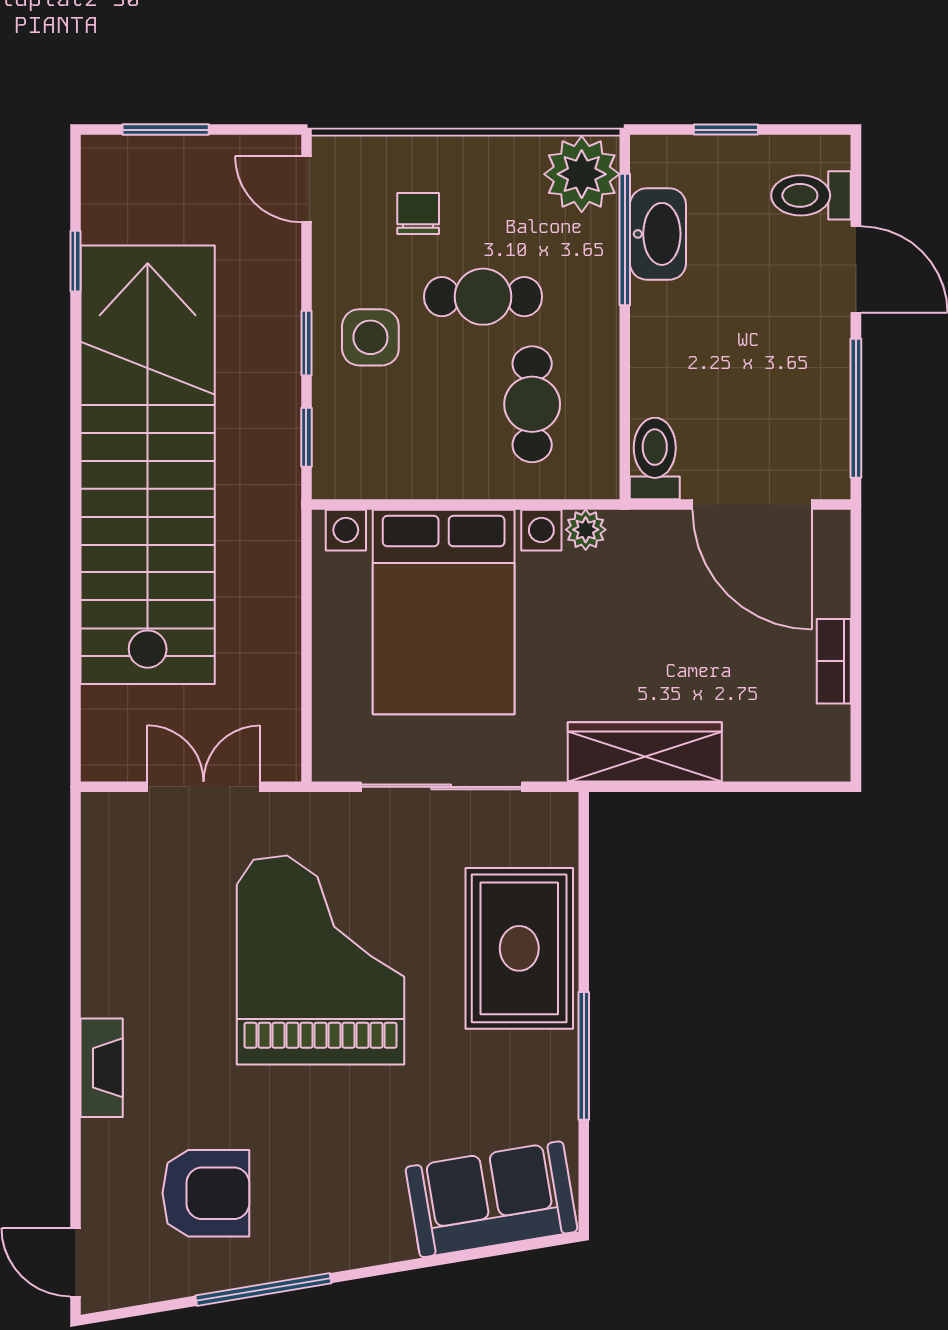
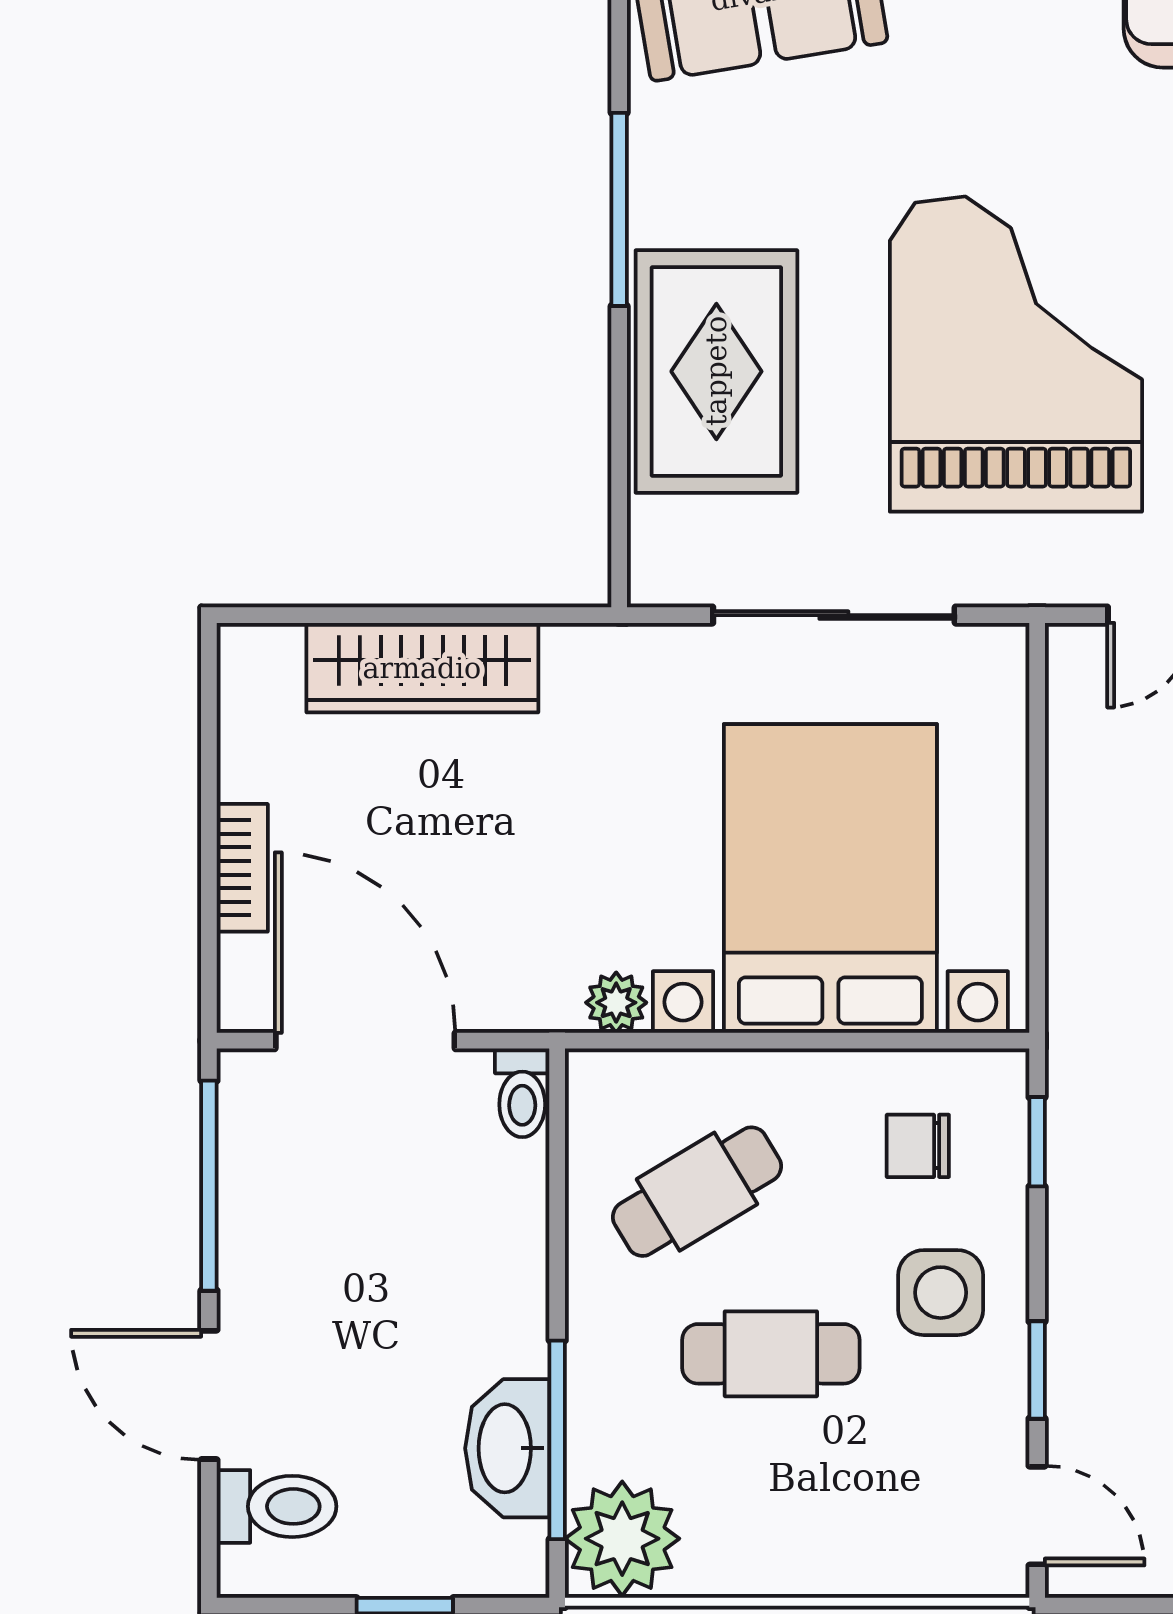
chair: (418, 214) -> (918, 1146), moved, turned 90
window: (306, 343) -> (1037, 1370), moved
cafe table: (532, 404) -> (697, 1192), turned 59
toilet: (655, 458) -> (522, 1093), width x0.73, depth x0.72
bookcase: (834, 661) -> (242, 868), moved
wardrobe: (645, 752) -> (422, 668), moved
grand piano: (320, 960) -> (1016, 354), turned 180

